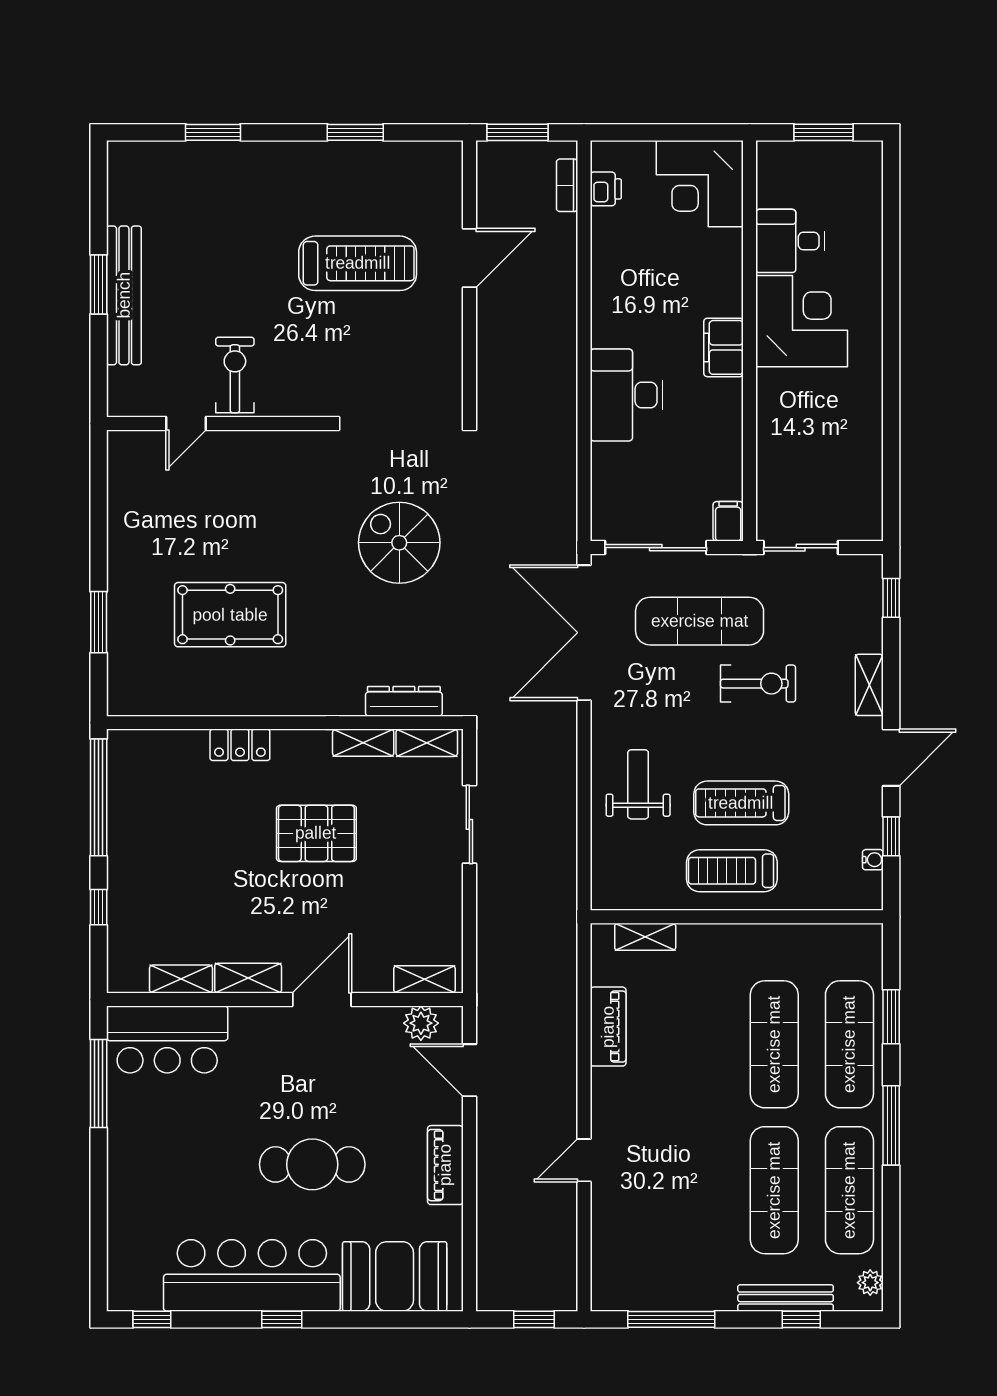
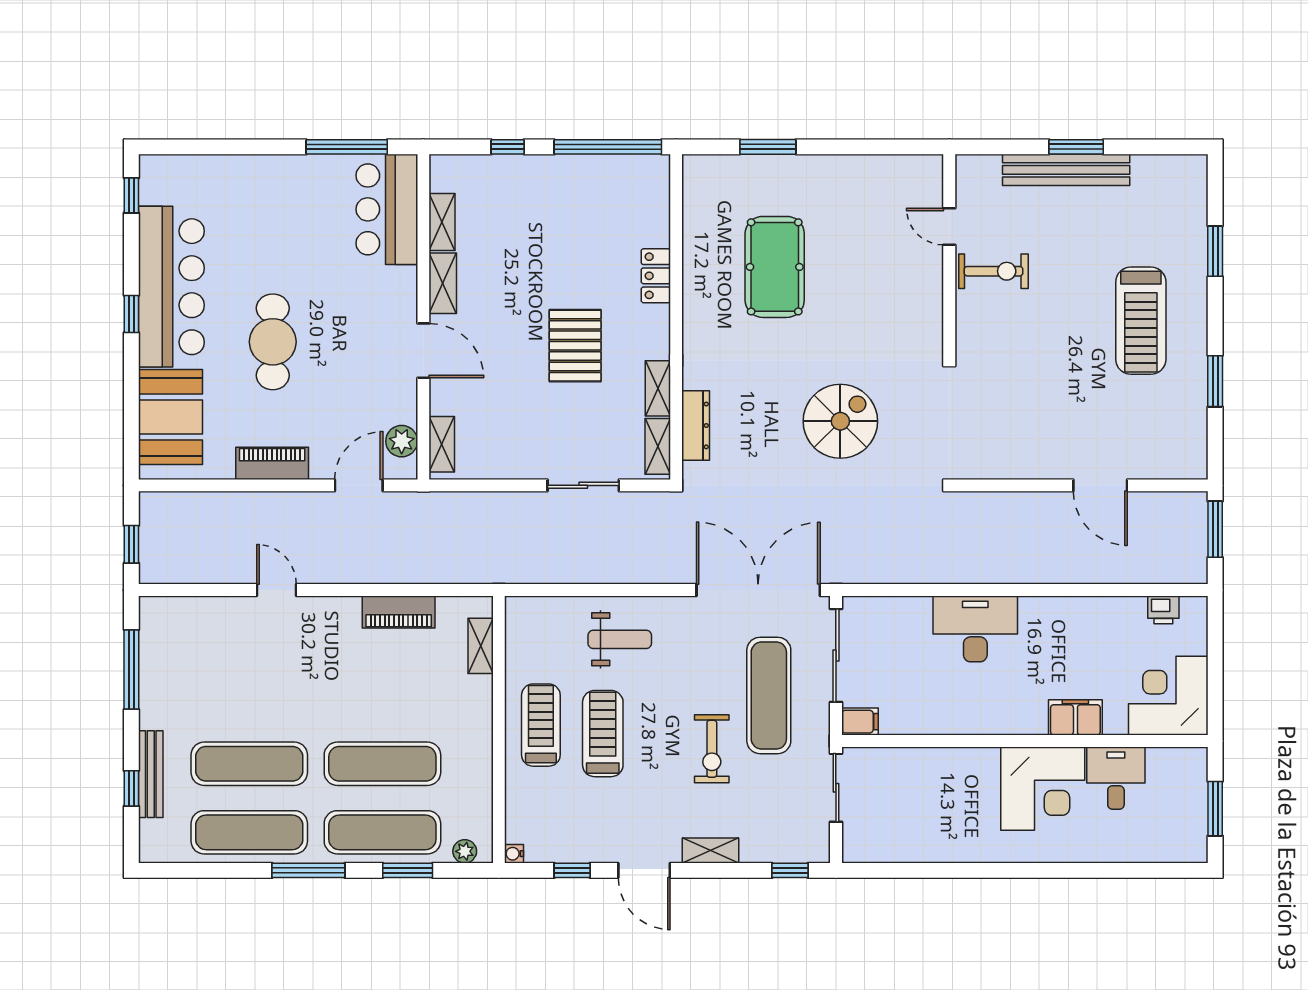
bookcase: (567, 185) -> (1167, 575), removed
treadmill: (358, 263) -> (1141, 321), moved
filing cabinet: (724, 347) -> (1075, 717), moved
water cooler: (873, 860) -> (514, 854), moved, turned 90
plant: (870, 1283) -> (465, 851), moved

